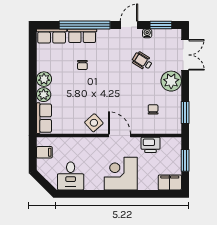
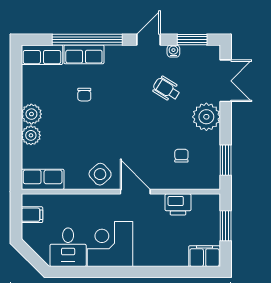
row of seats: (44, 118) -> (43, 179), moved, turned -90
corner desk: (121, 174) -> (110, 244), moved

